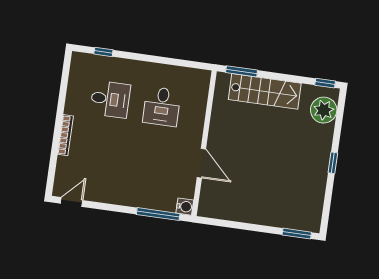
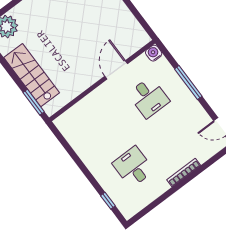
desk: (162, 106) -> (149, 97), moved, turned 90
window: (158, 214) -> (188, 83), moved

